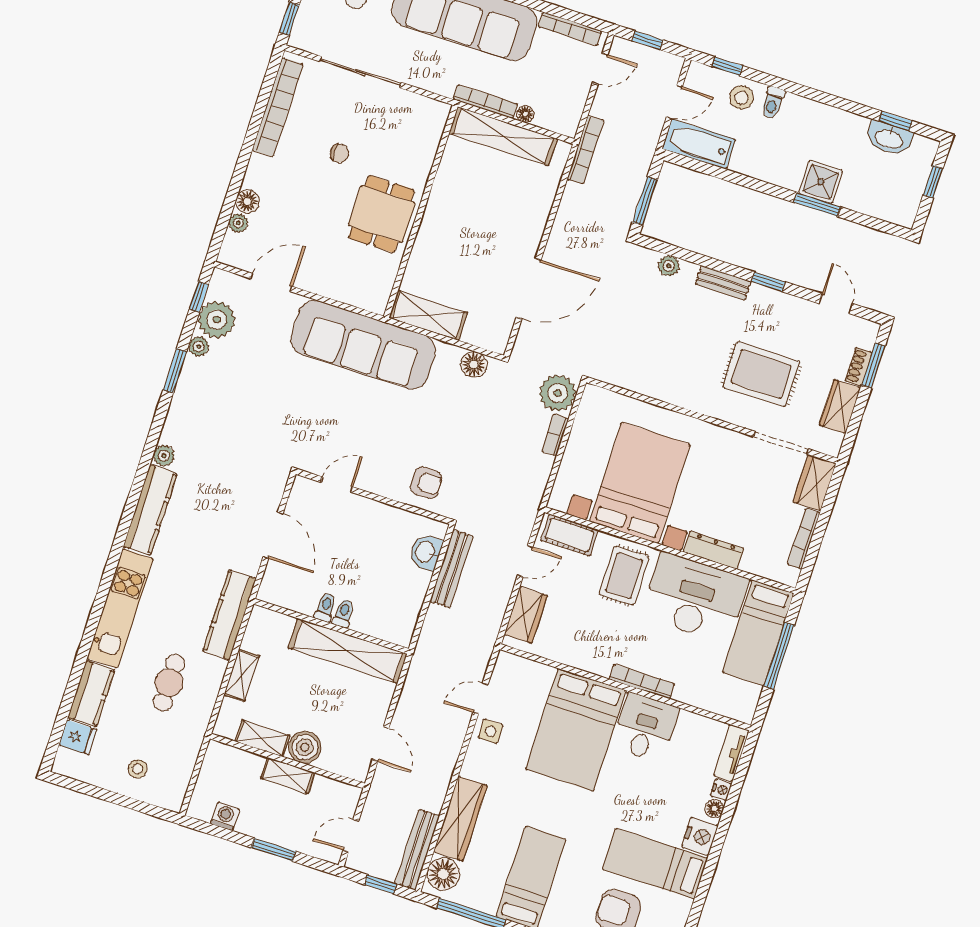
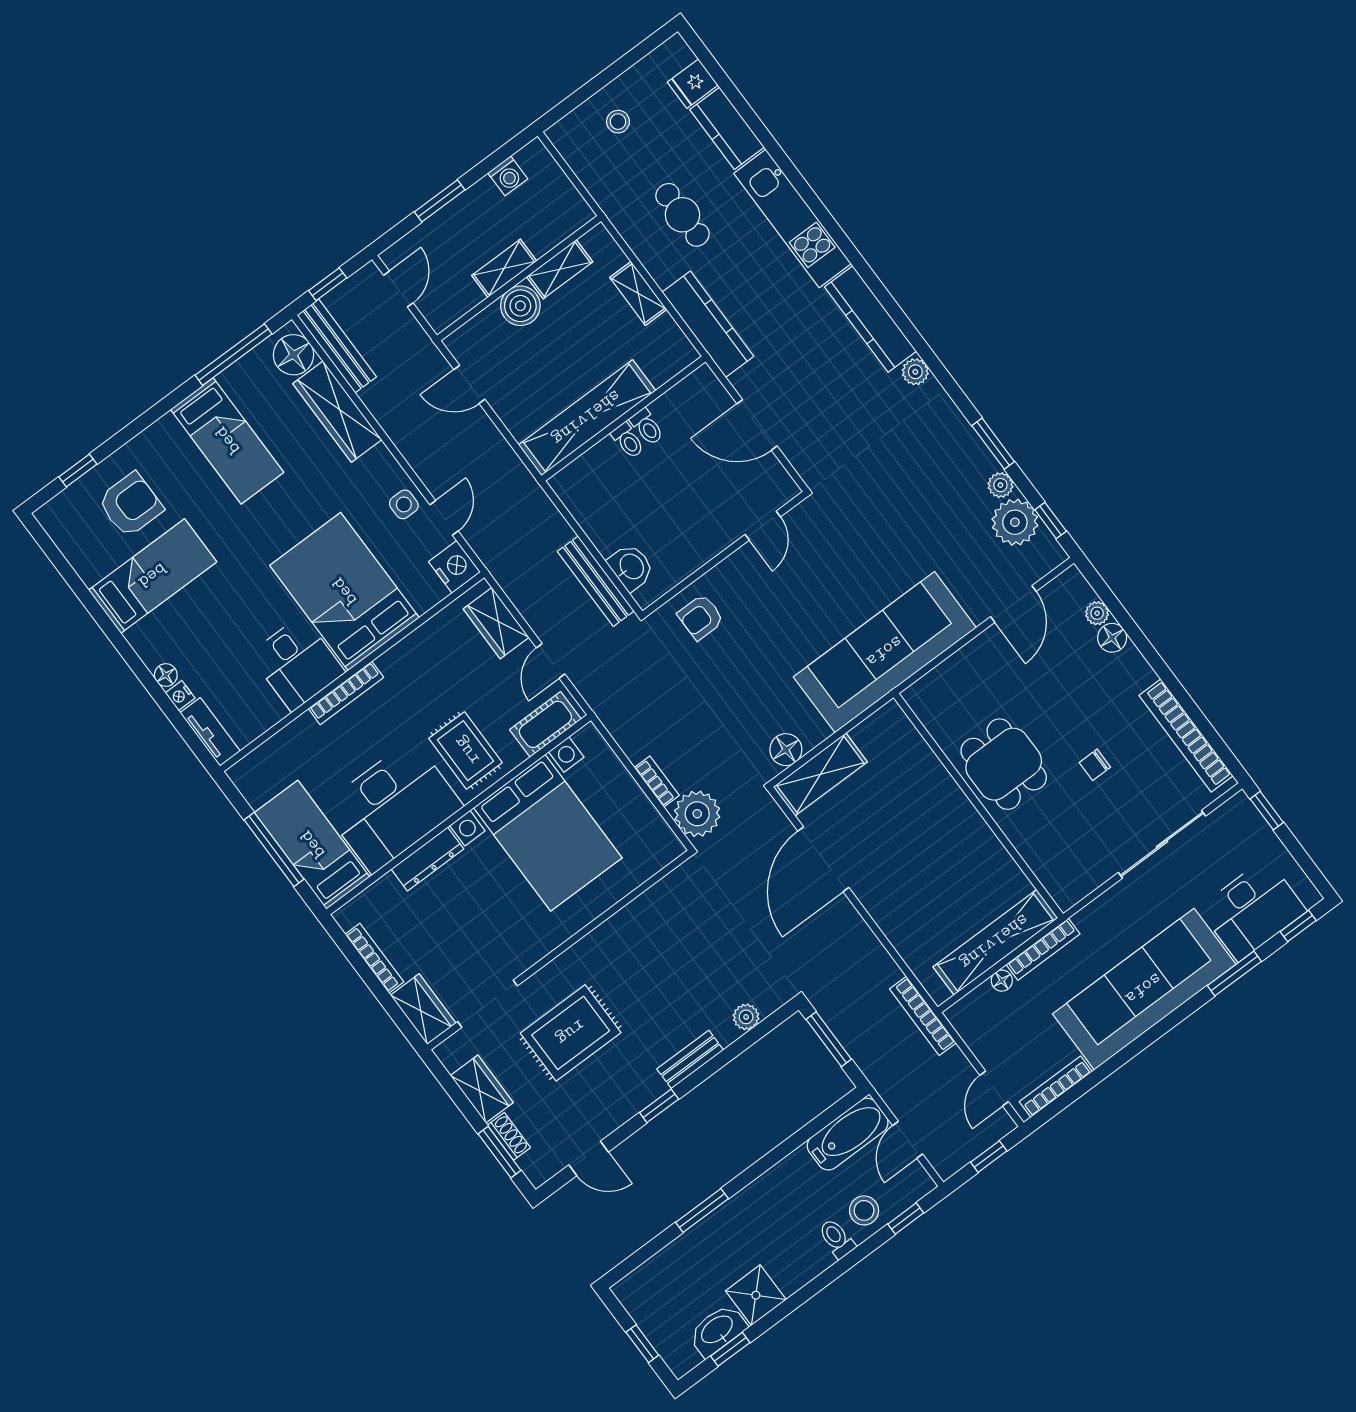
shower: (821, 182) -> (756, 1295), moved
shelving: (428, 315) -> (820, 774), moved
nightstand: (700, 836) -> (455, 567), moved, turned 180

